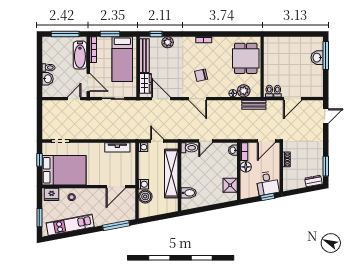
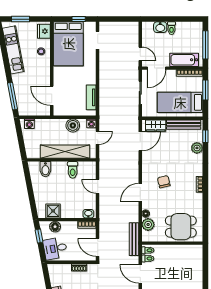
door: (198, 99) -> (140, 193), moved
bench: (254, 105) -> (134, 239), width x1.36
toilet: (189, 148) -> (73, 170), moved
floor lamp: (246, 167) -> (55, 227), moved
washing machine: (143, 184) -> (29, 124), moved
boiler: (145, 197) -> (73, 125), moved
window: (268, 197) -> (39, 236), moved

